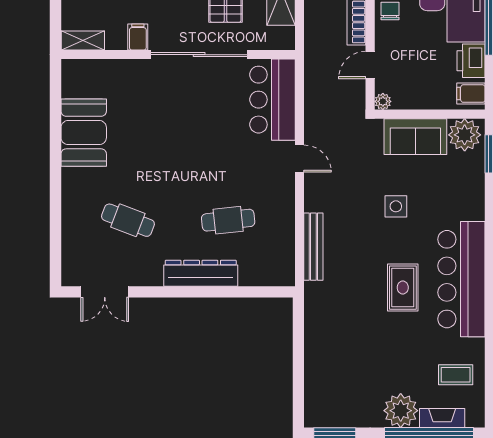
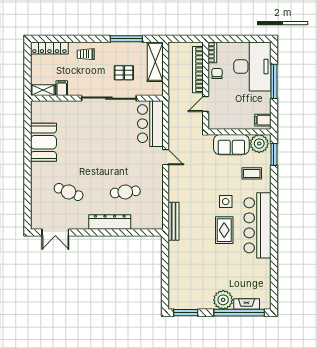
filing cabinet: (138, 37) -> (62, 88), moved
printer: (471, 61) -> (263, 102), removed
plant: (383, 101) -> (213, 125), removed
side table: (396, 206) -> (226, 202), moved
bench: (313, 247) -> (174, 221), moved
coffee table: (456, 375) -> (252, 173), moved

